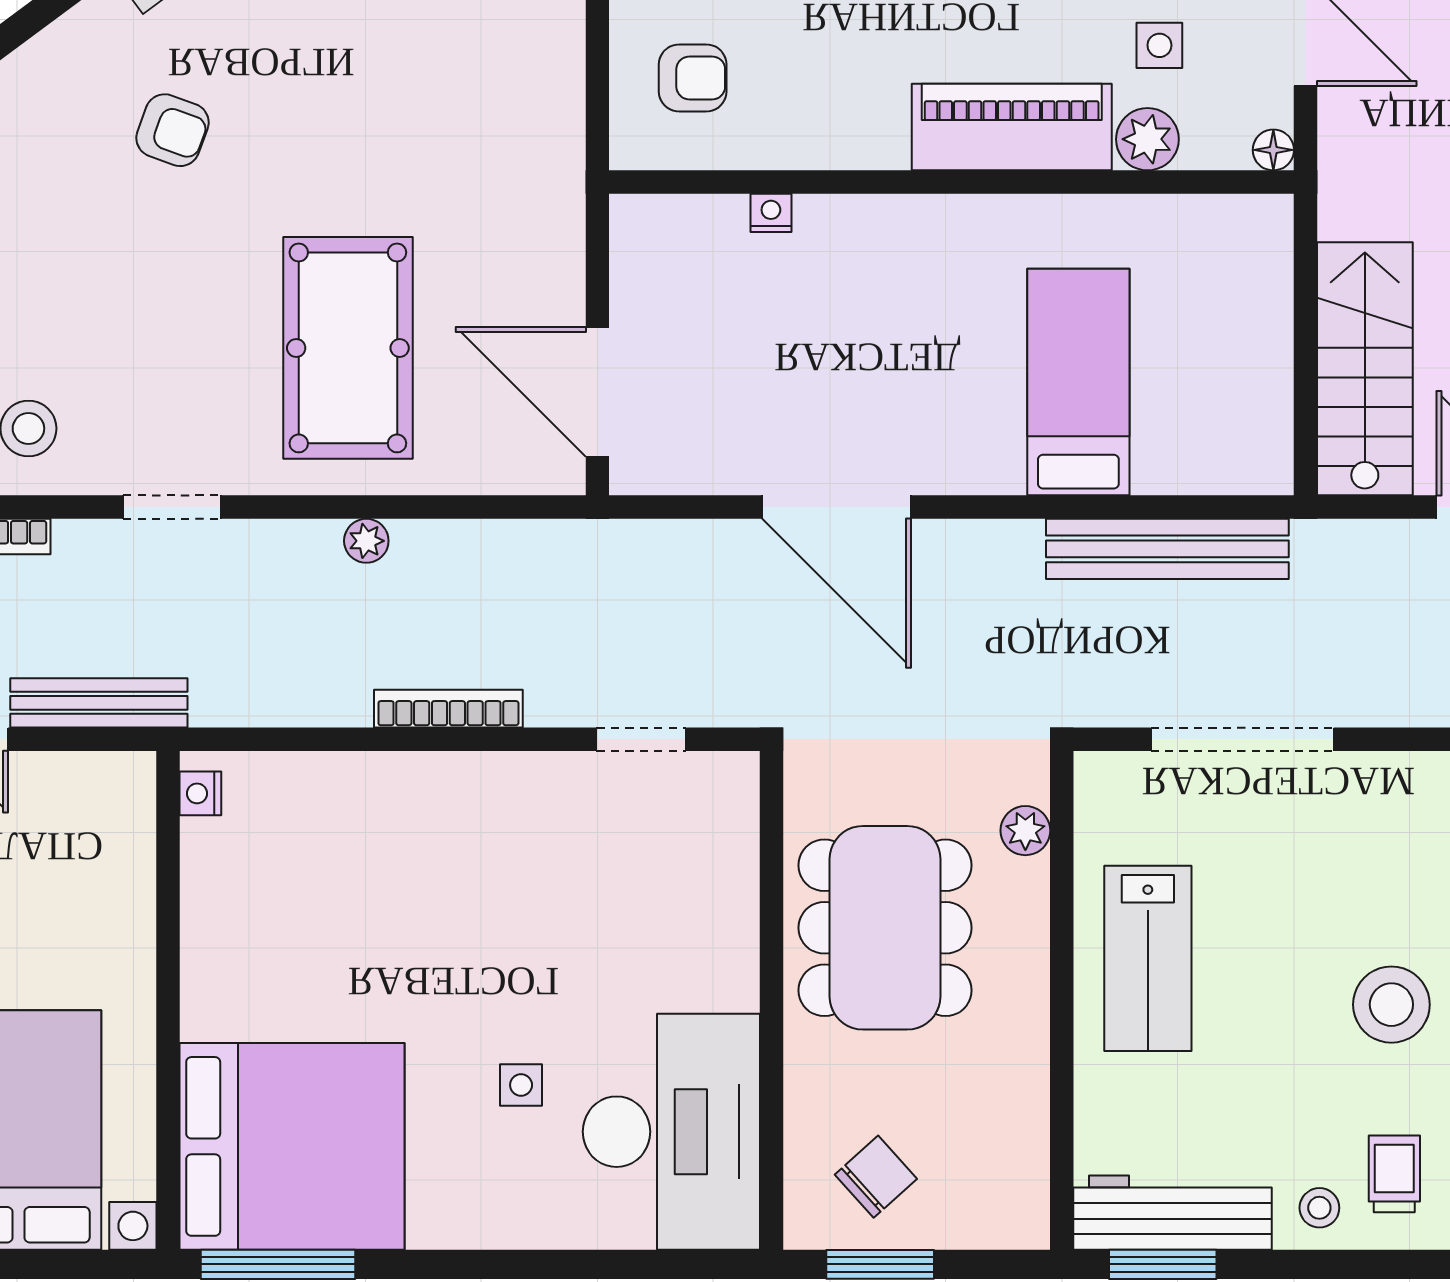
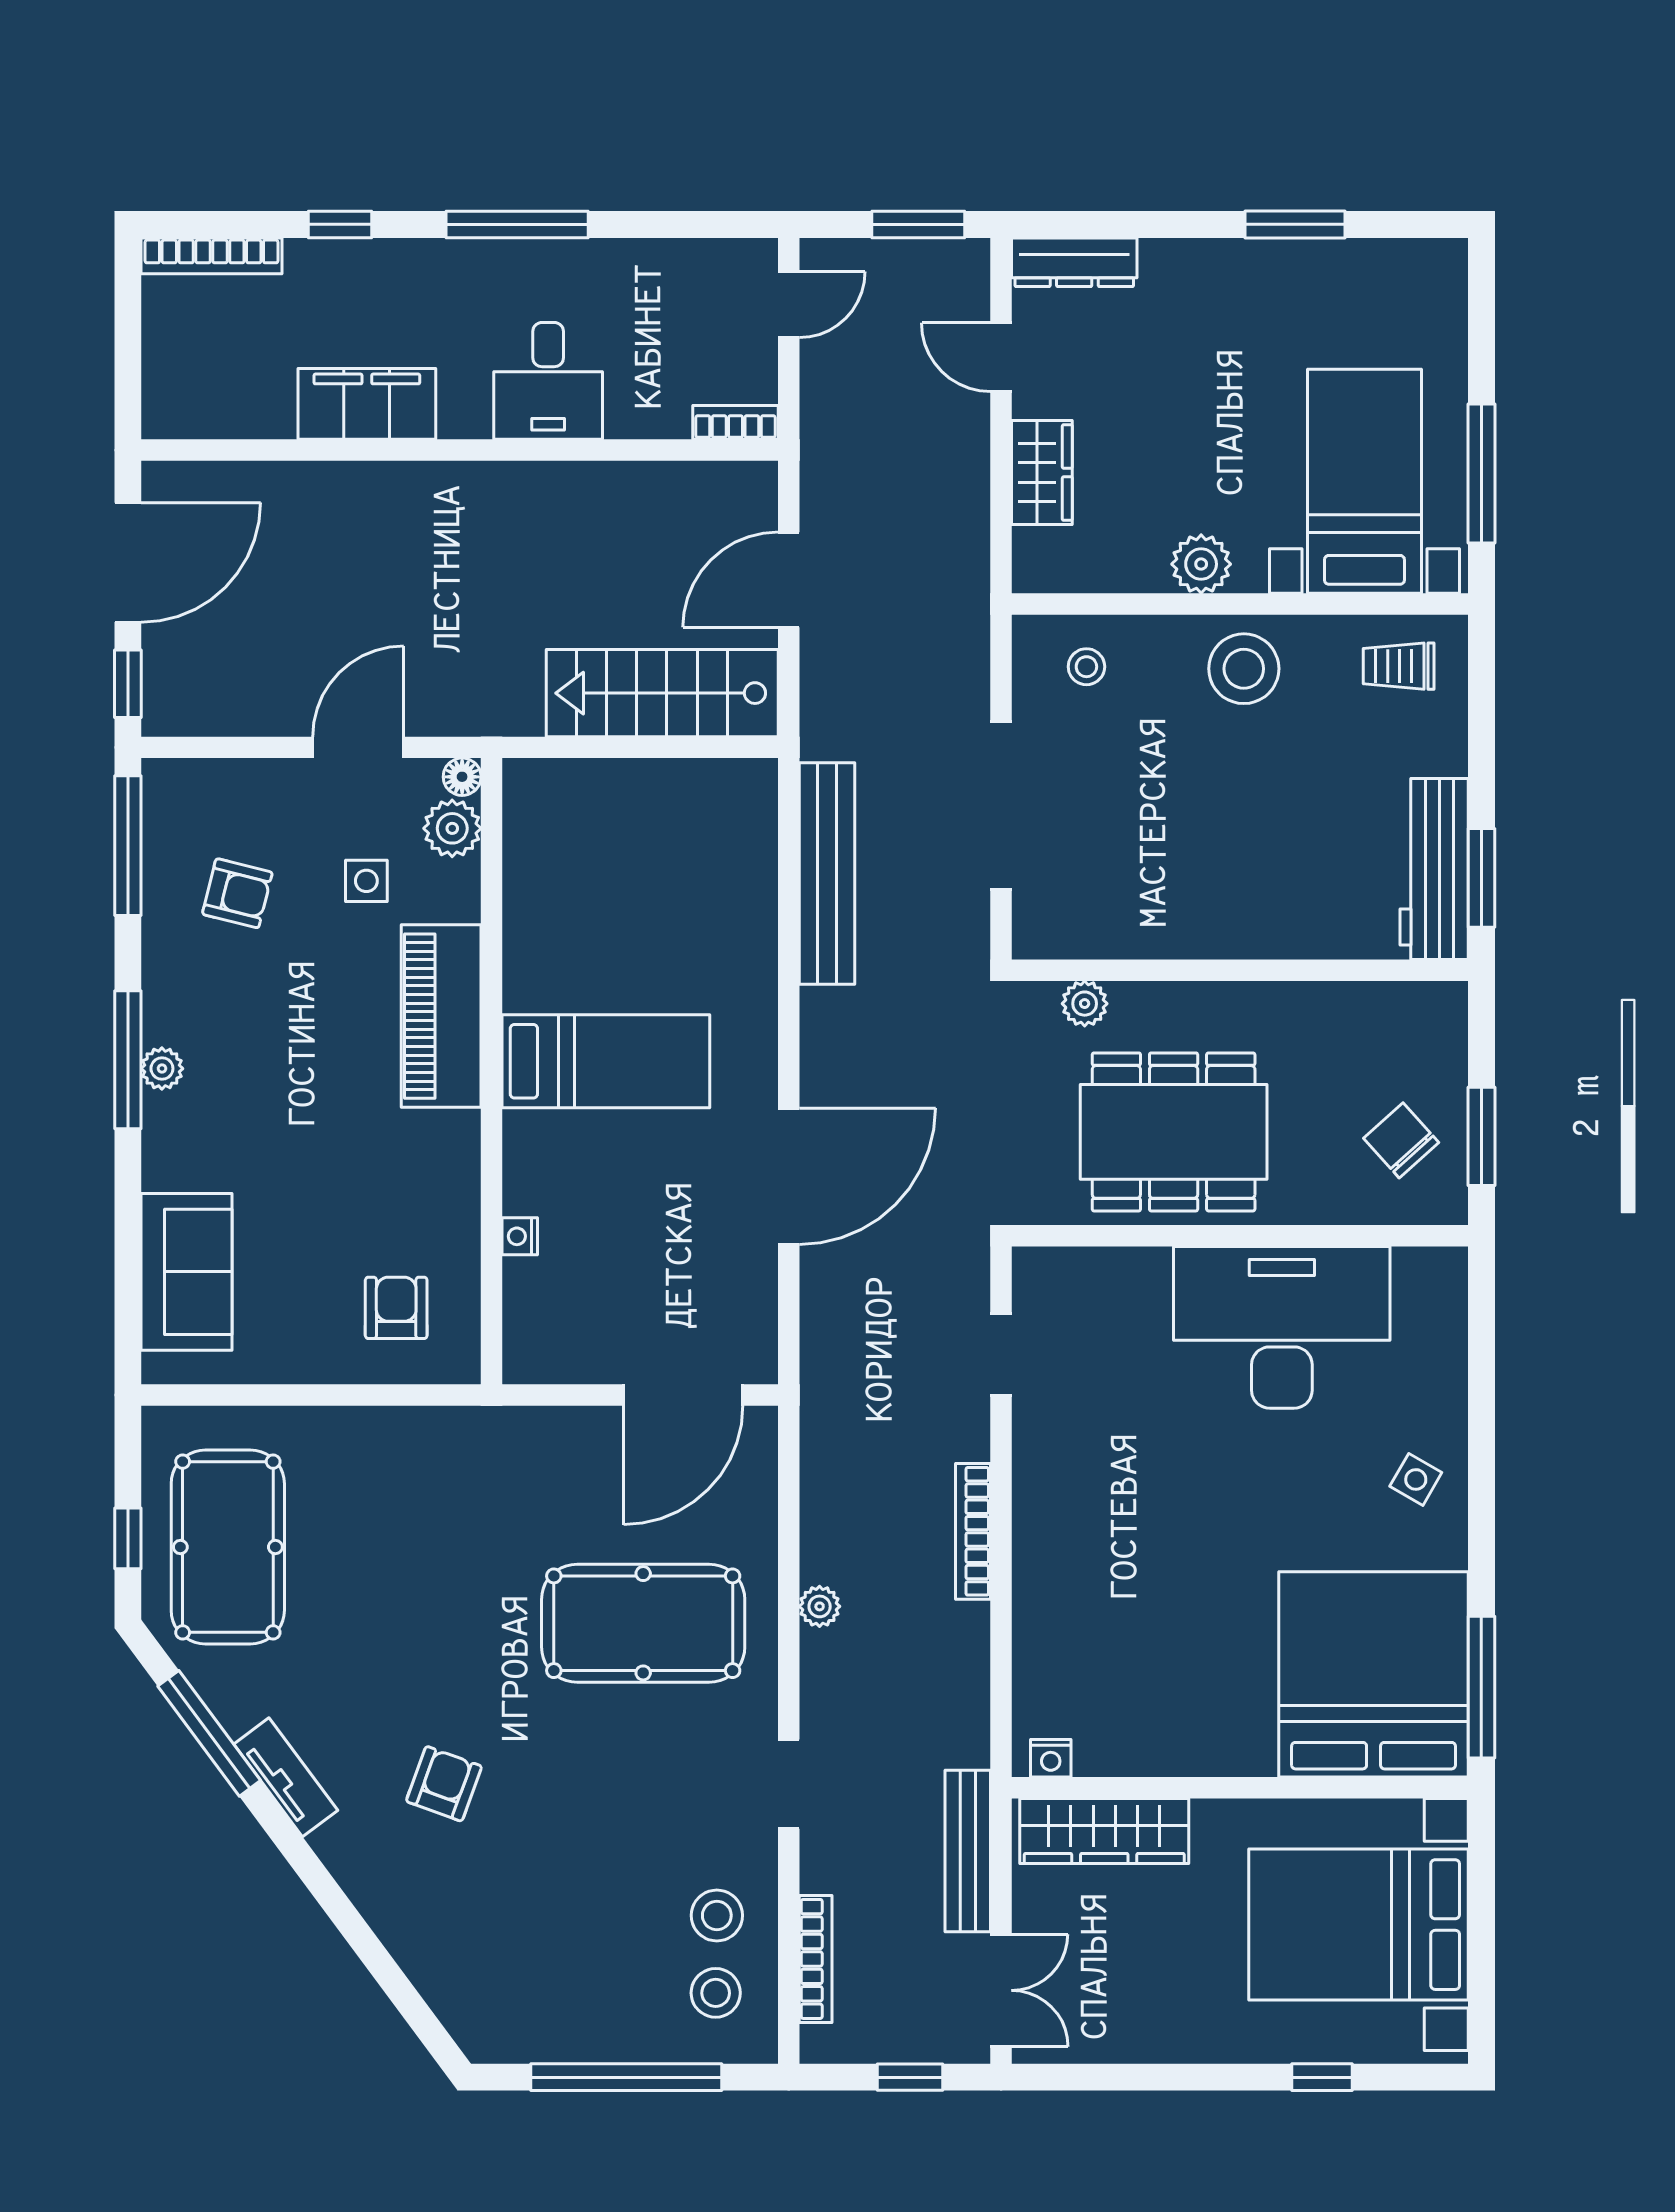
plant: (1147, 139) -> (452, 828), moved
bed: (1078, 382) -> (606, 1061), moved, turned 180
wardrobe: (121, 852) -> (1104, 1831), added
lab bench: (1148, 958) -> (1202, 892), removed
side table: (521, 1085) -> (1416, 1479), moved, turned 30
desk: (671, 1132) -> (1282, 1327), moved
stool: (1319, 1208) -> (1086, 667), moved

